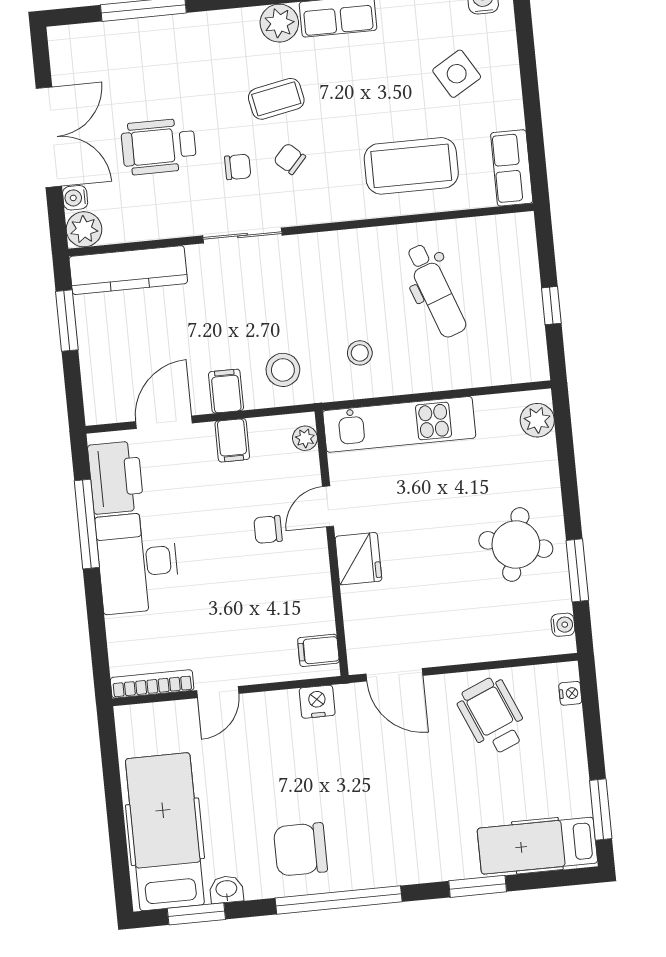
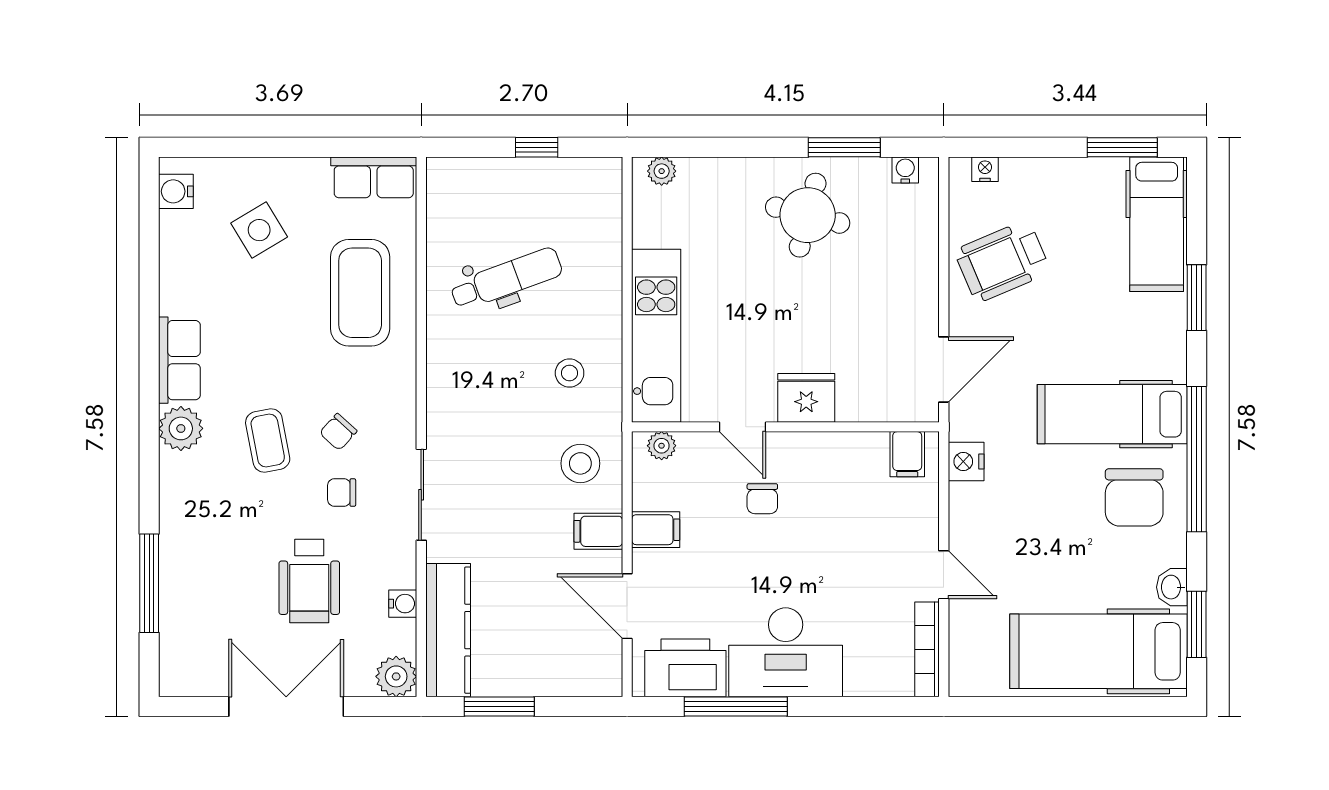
chair: (238, 167) -> (342, 493), turned -90
water cooler: (75, 198) -> (403, 604), moved, turned -90
plant: (537, 420) -> (662, 171), width x0.73, depth x0.73
hospital bed: (370, 824) -> (1112, 414), added

